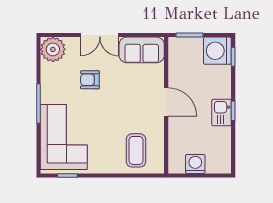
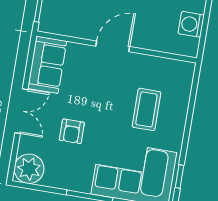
coffee table: (136, 150) -> (146, 109), moved, turned 90

